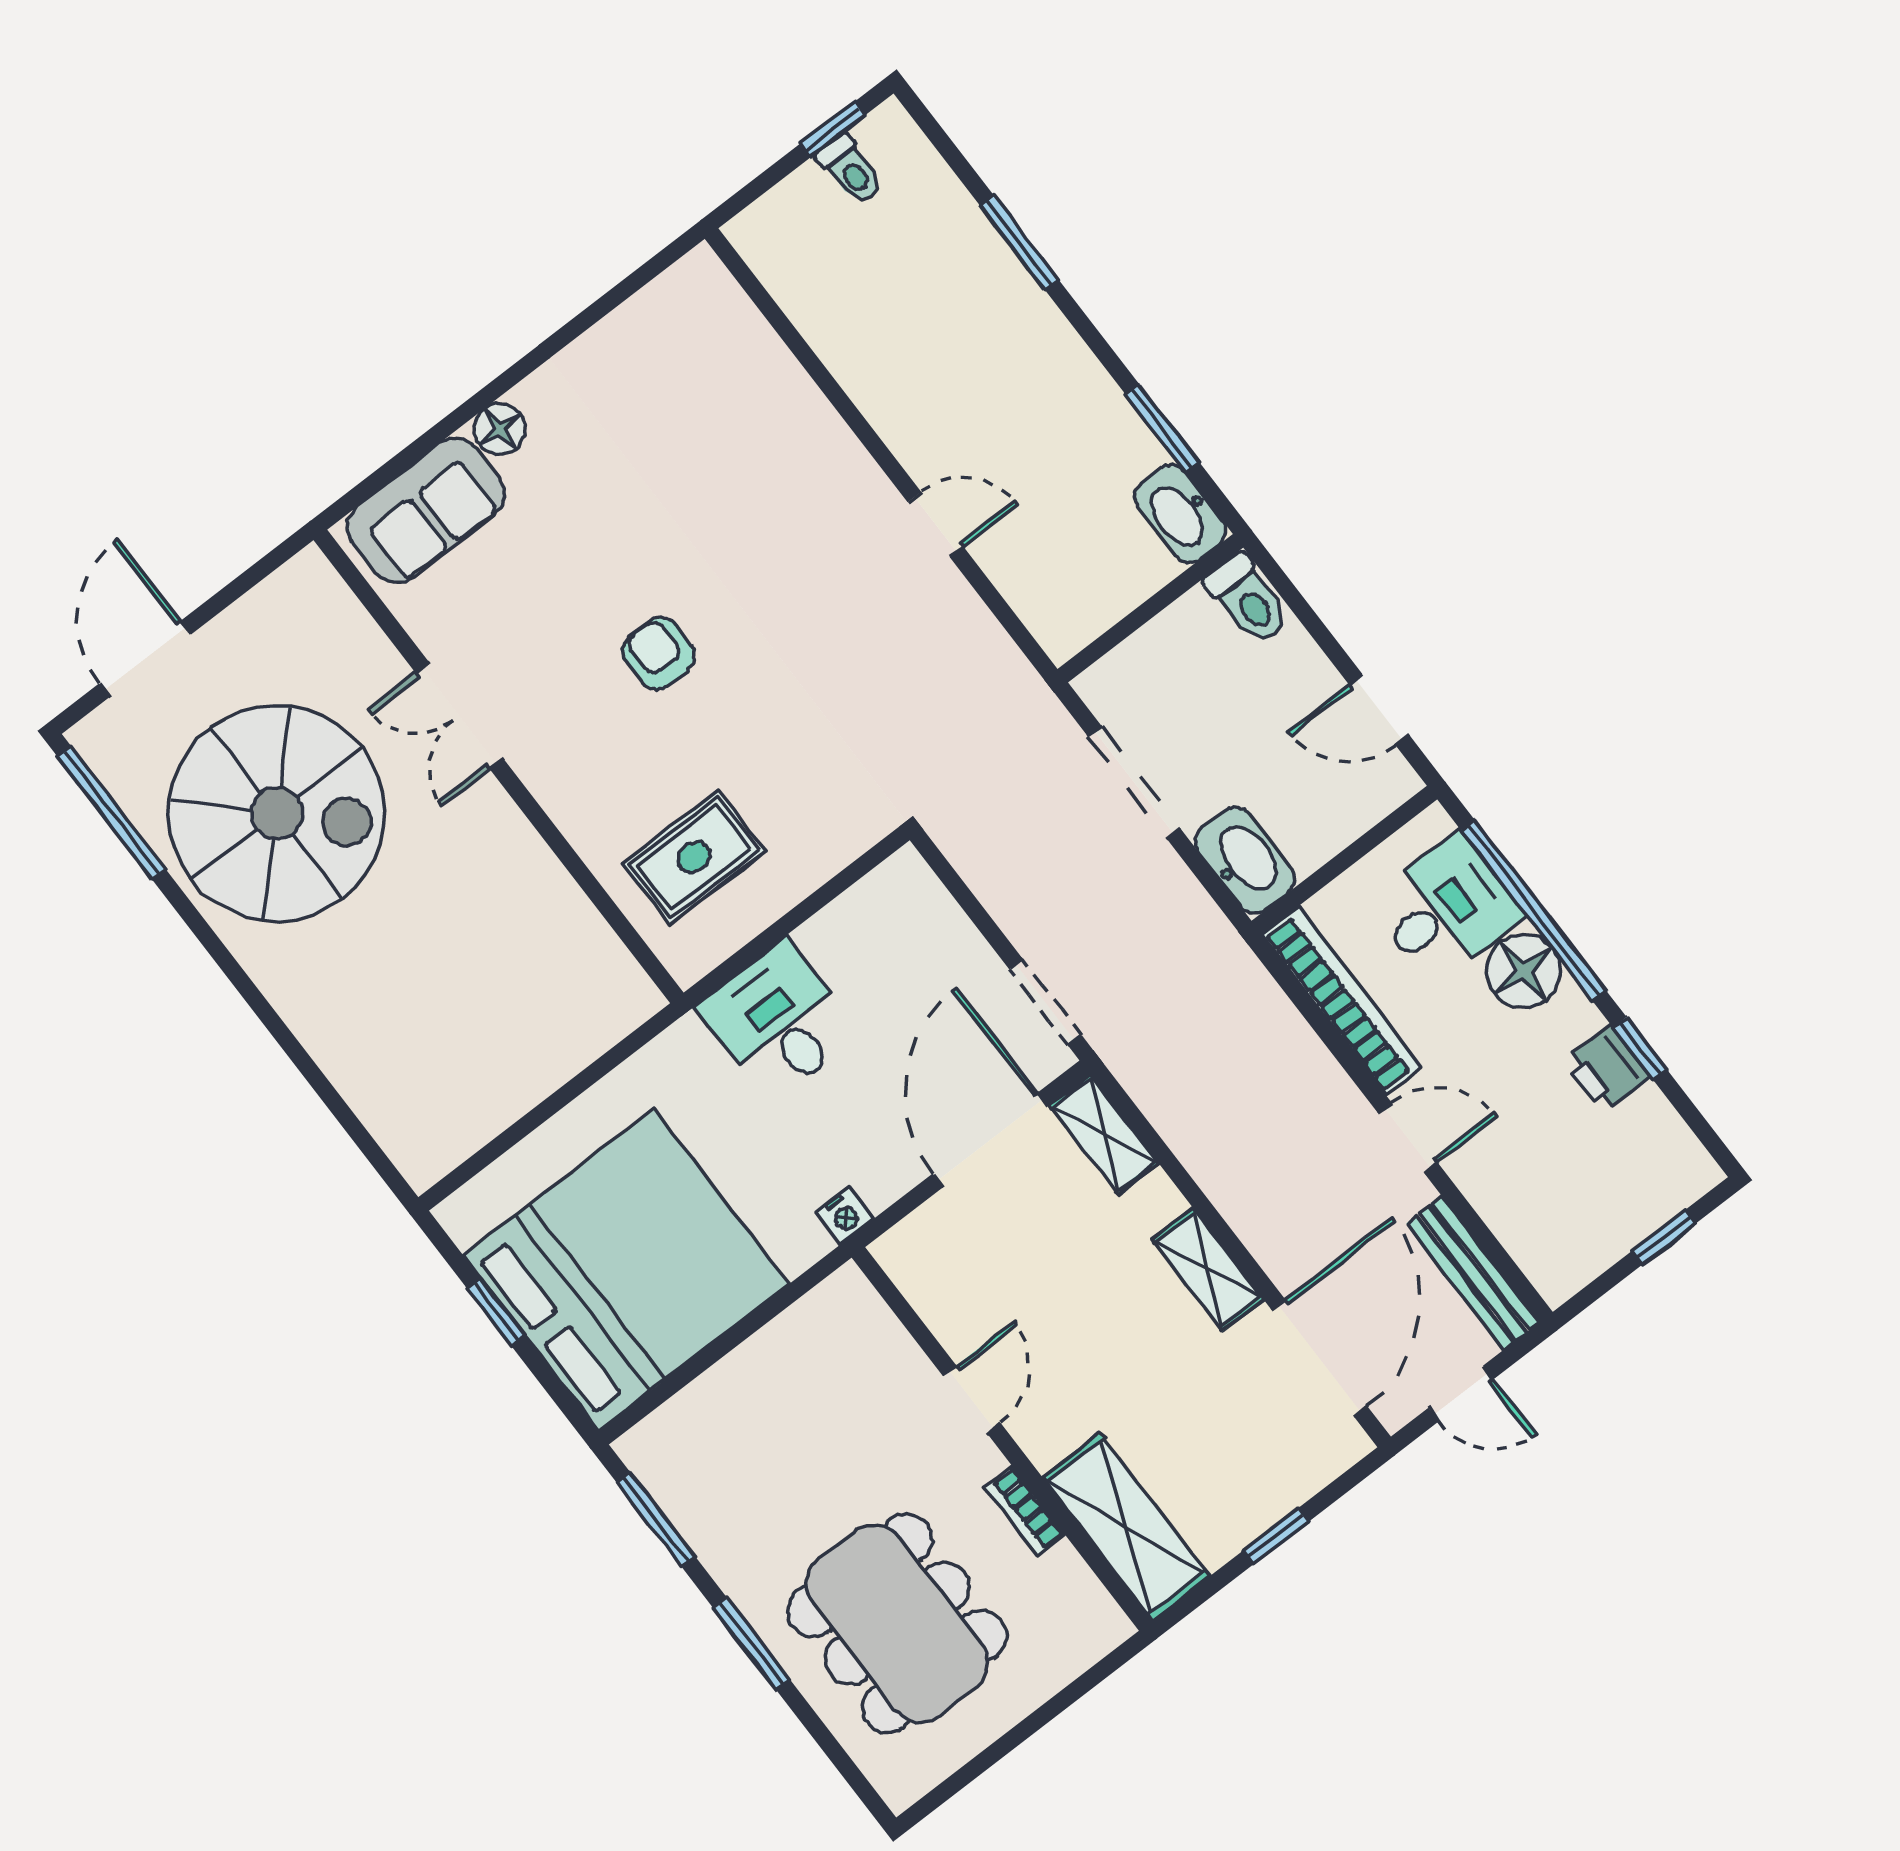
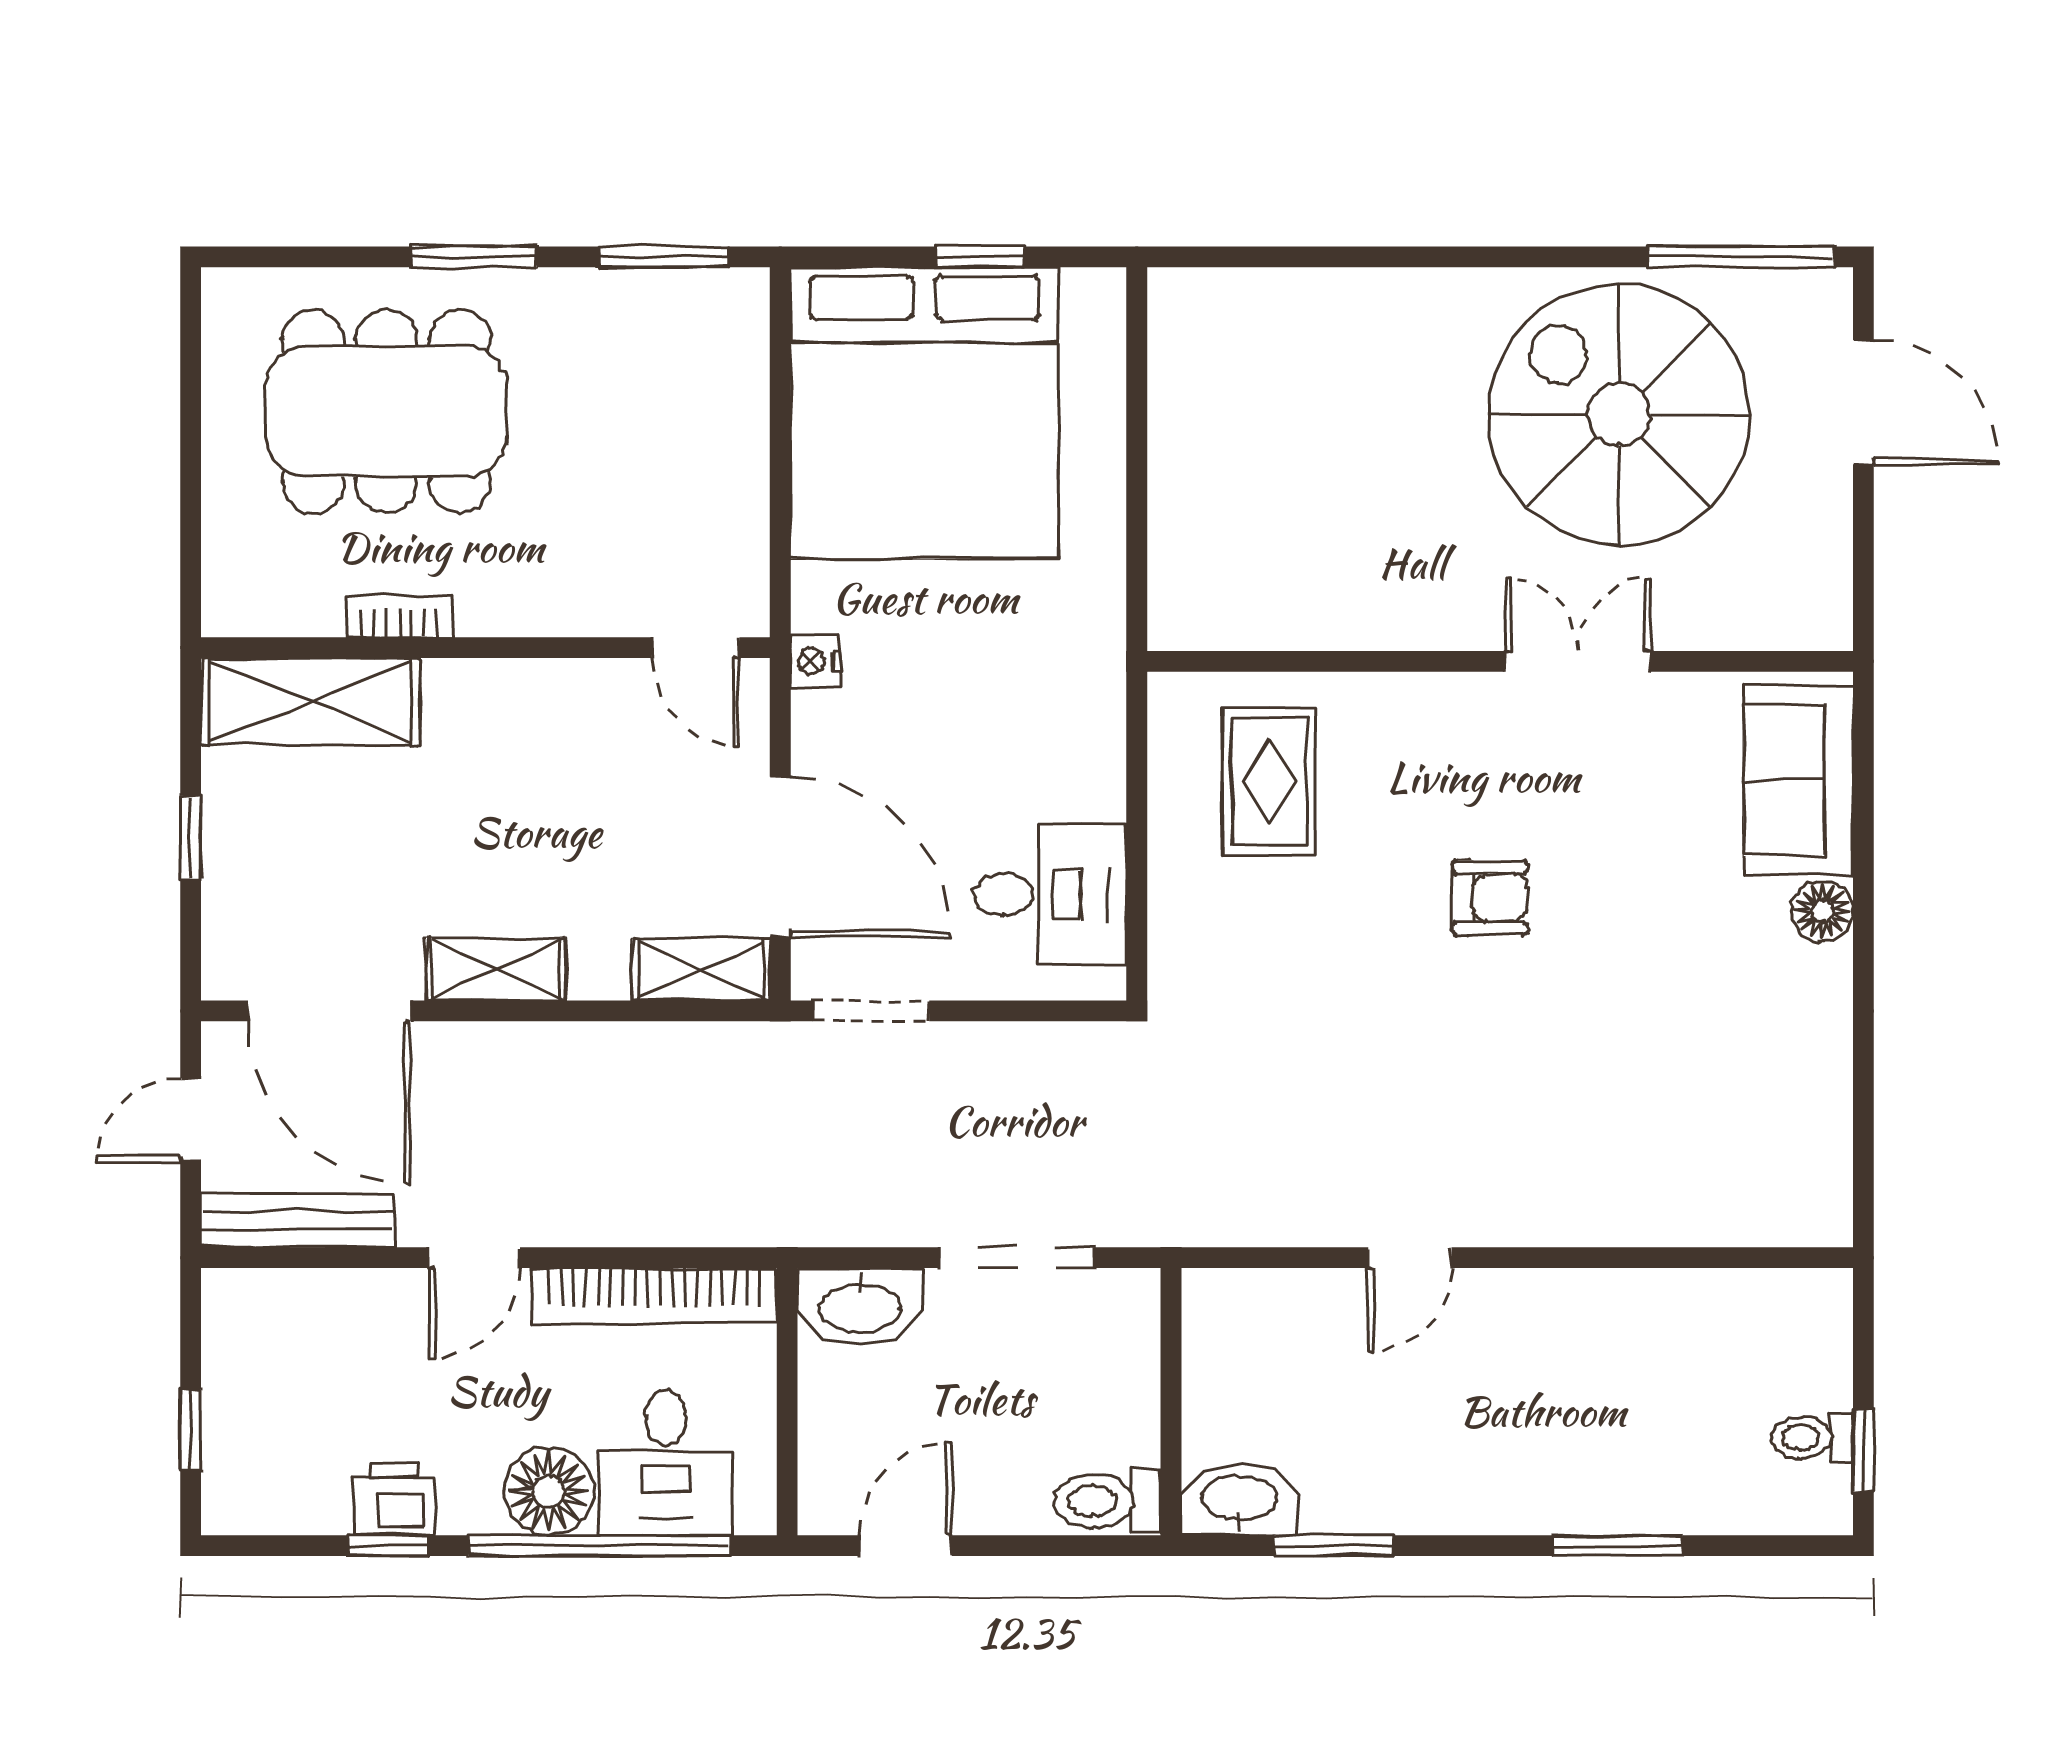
spiral stairs: (277, 813) -> (1619, 415), turned 90
desk: (779, 1021) -> (1050, 895), moved
door: (972, 1400) -> (696, 648), moved

